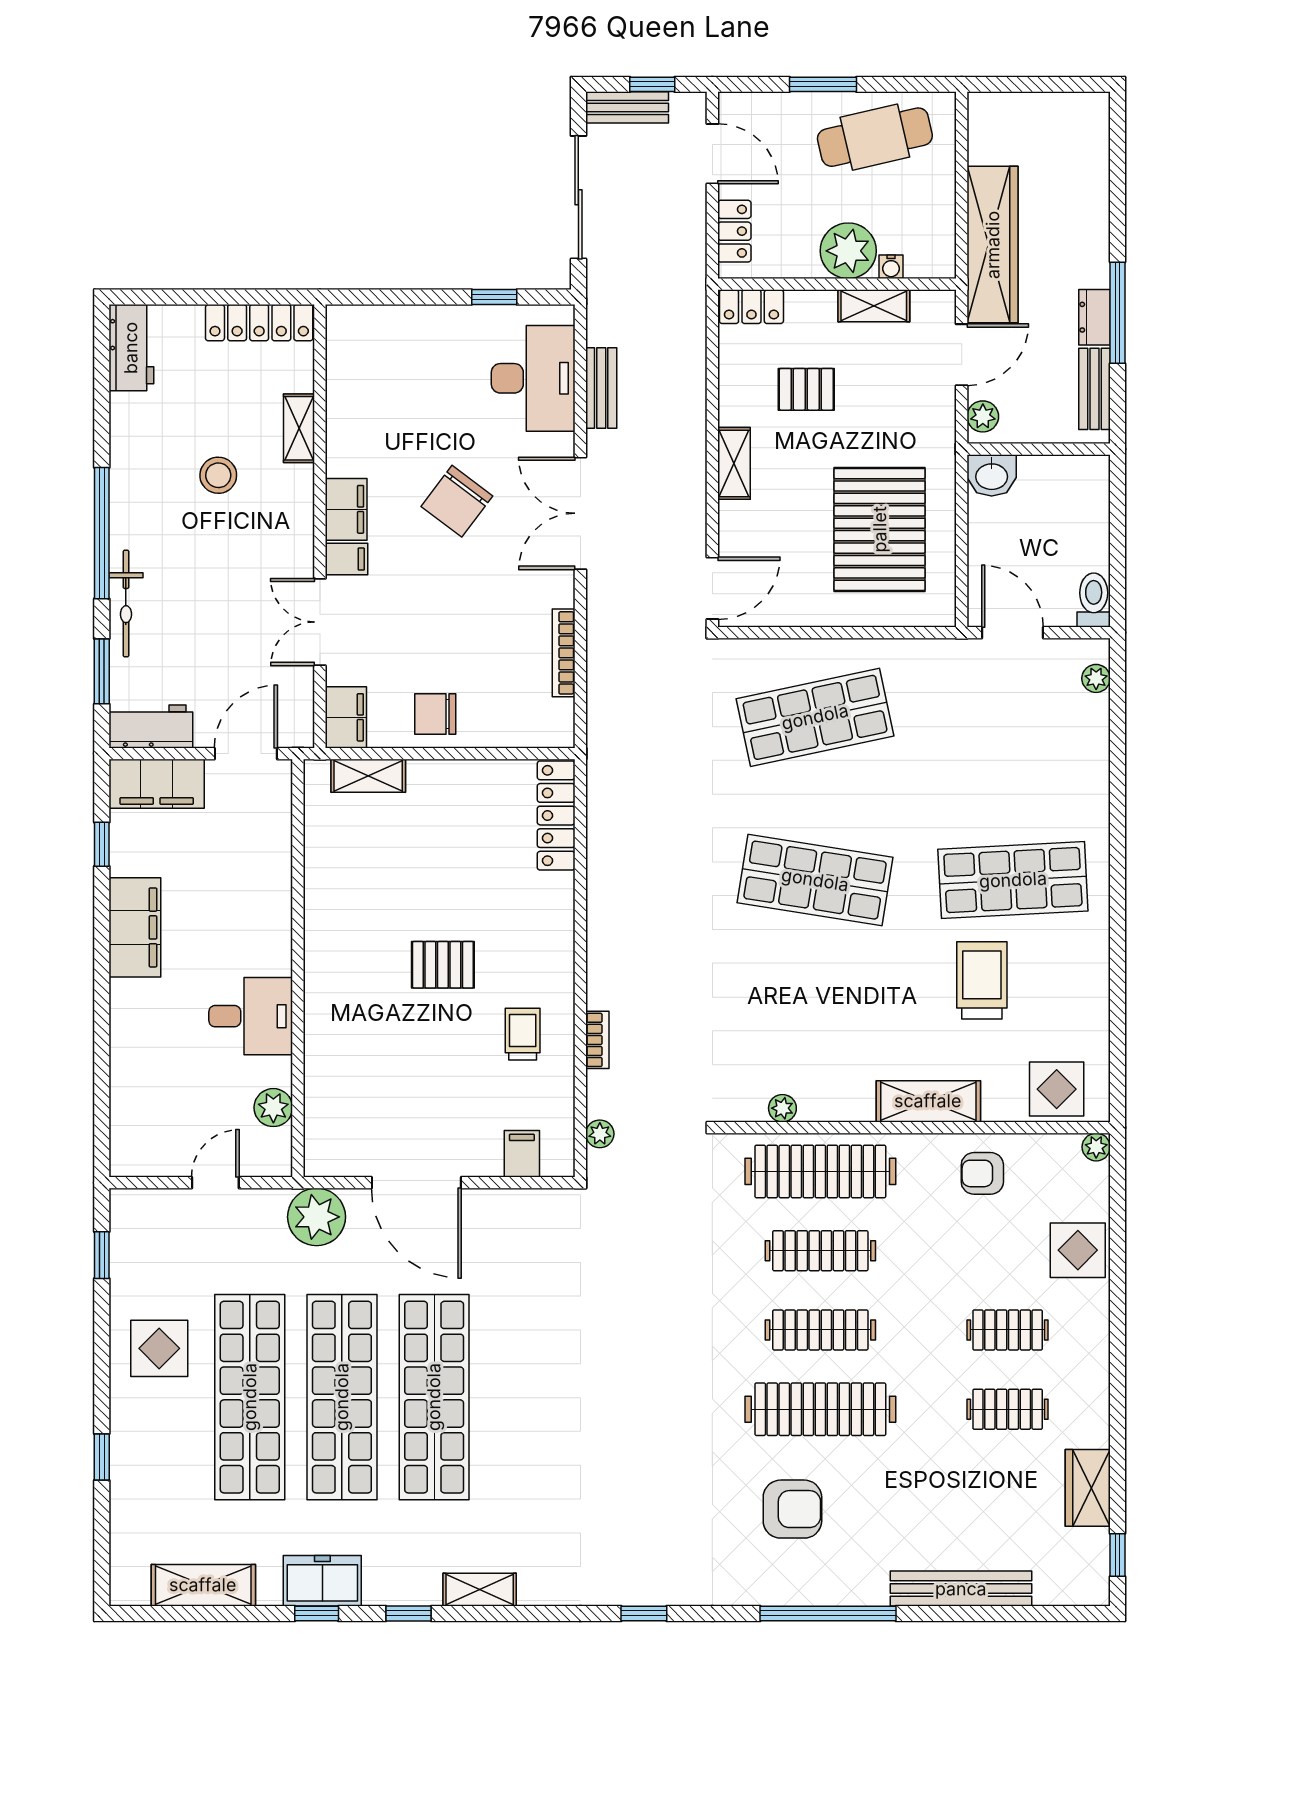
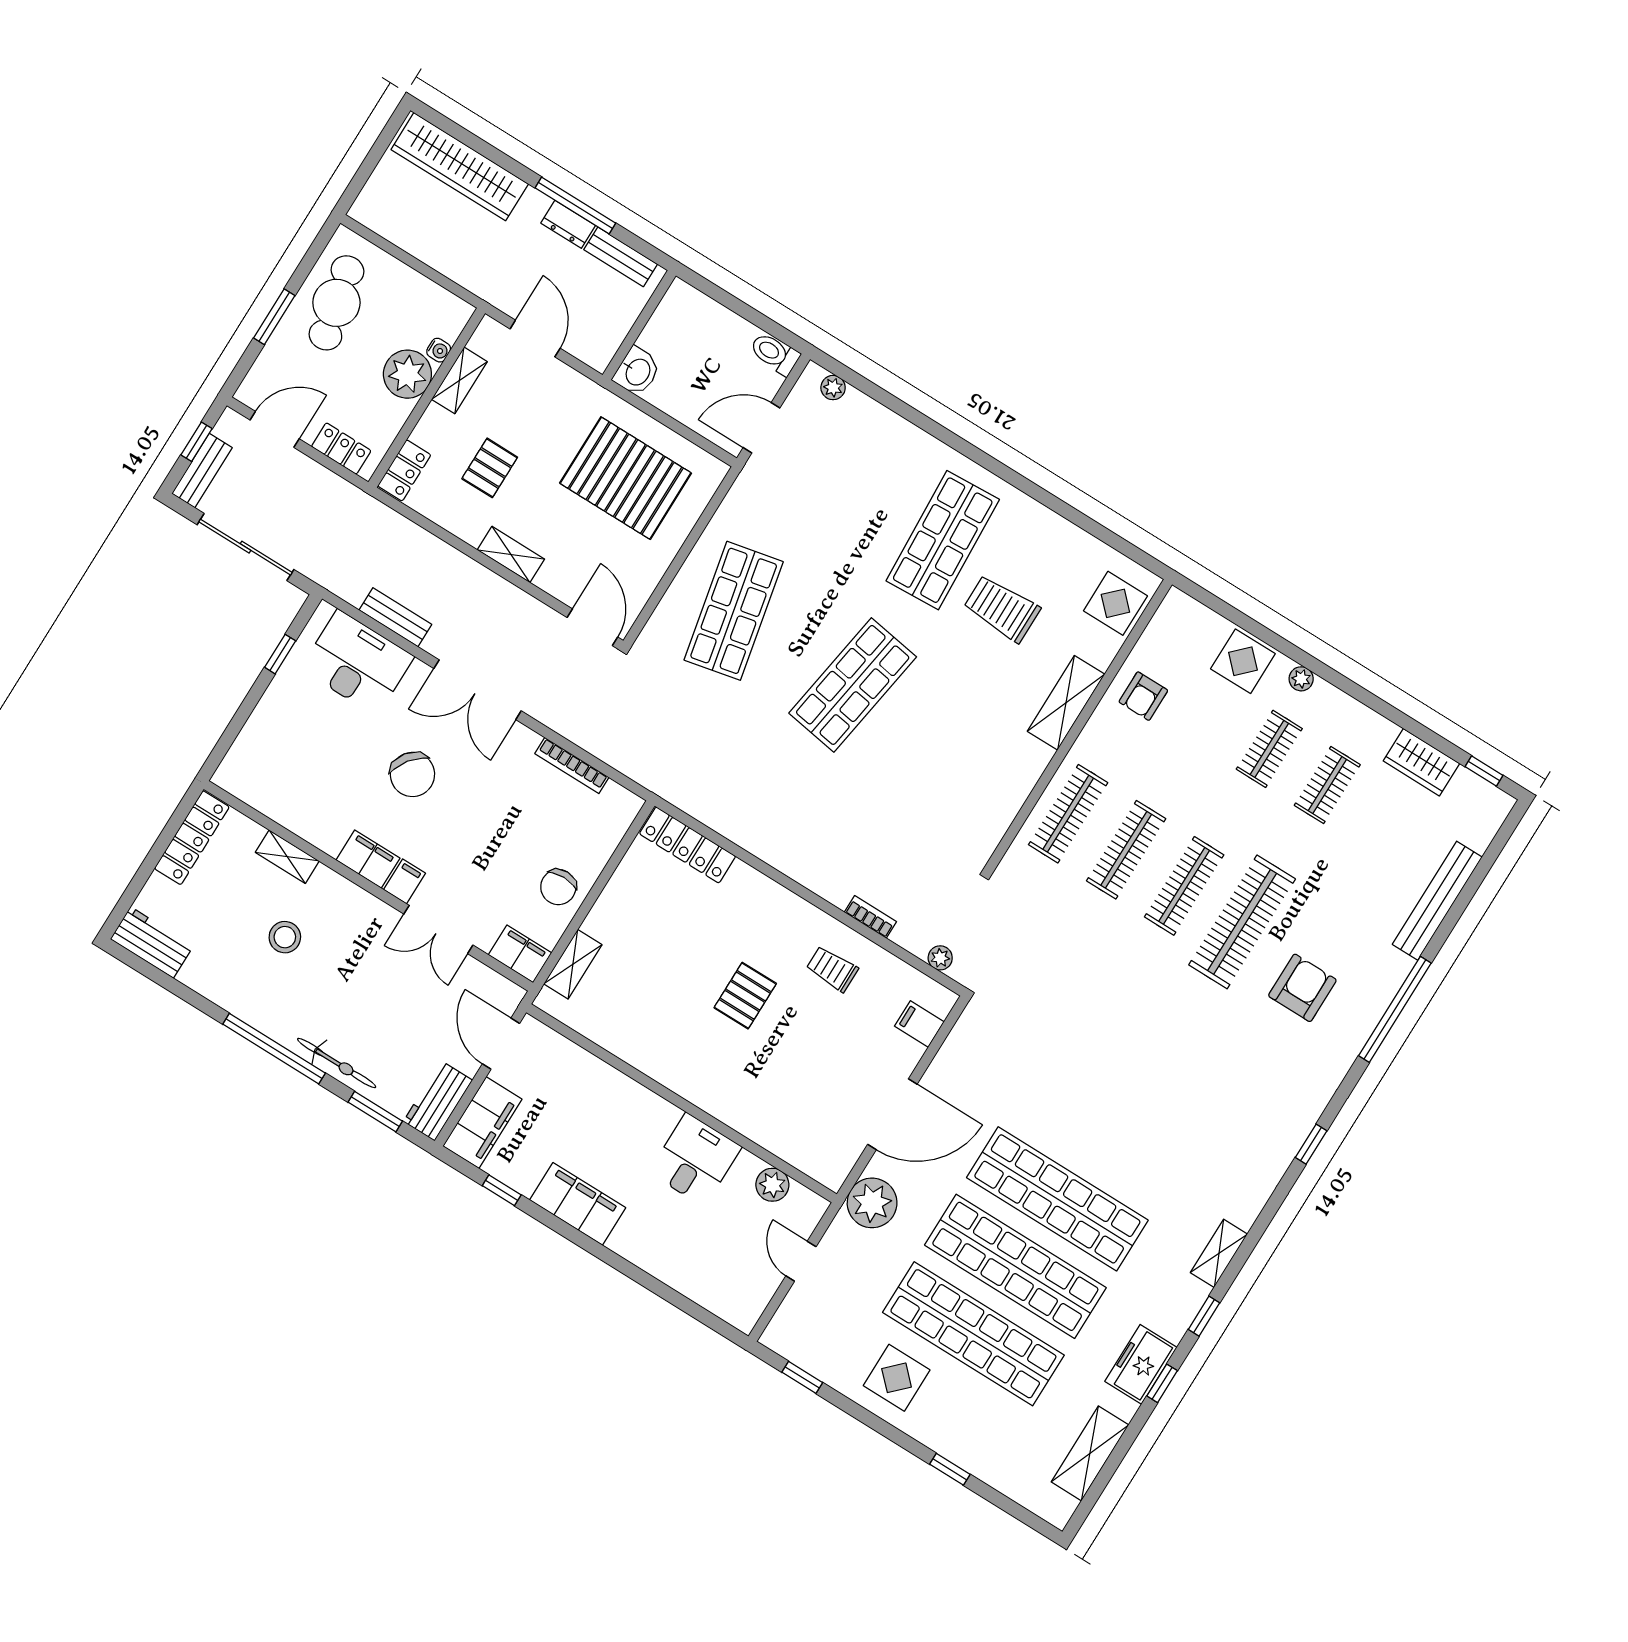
wardrobe: (993, 245) -> (460, 167), moved, turned 180
plant: (983, 416) -> (590, 351), removed
plant: (782, 1108) -> (1005, 813), removed
plant: (1096, 1147) -> (1301, 679), moved
clothes rail: (820, 1171) -> (1068, 814), width x0.73, depth x0.76

